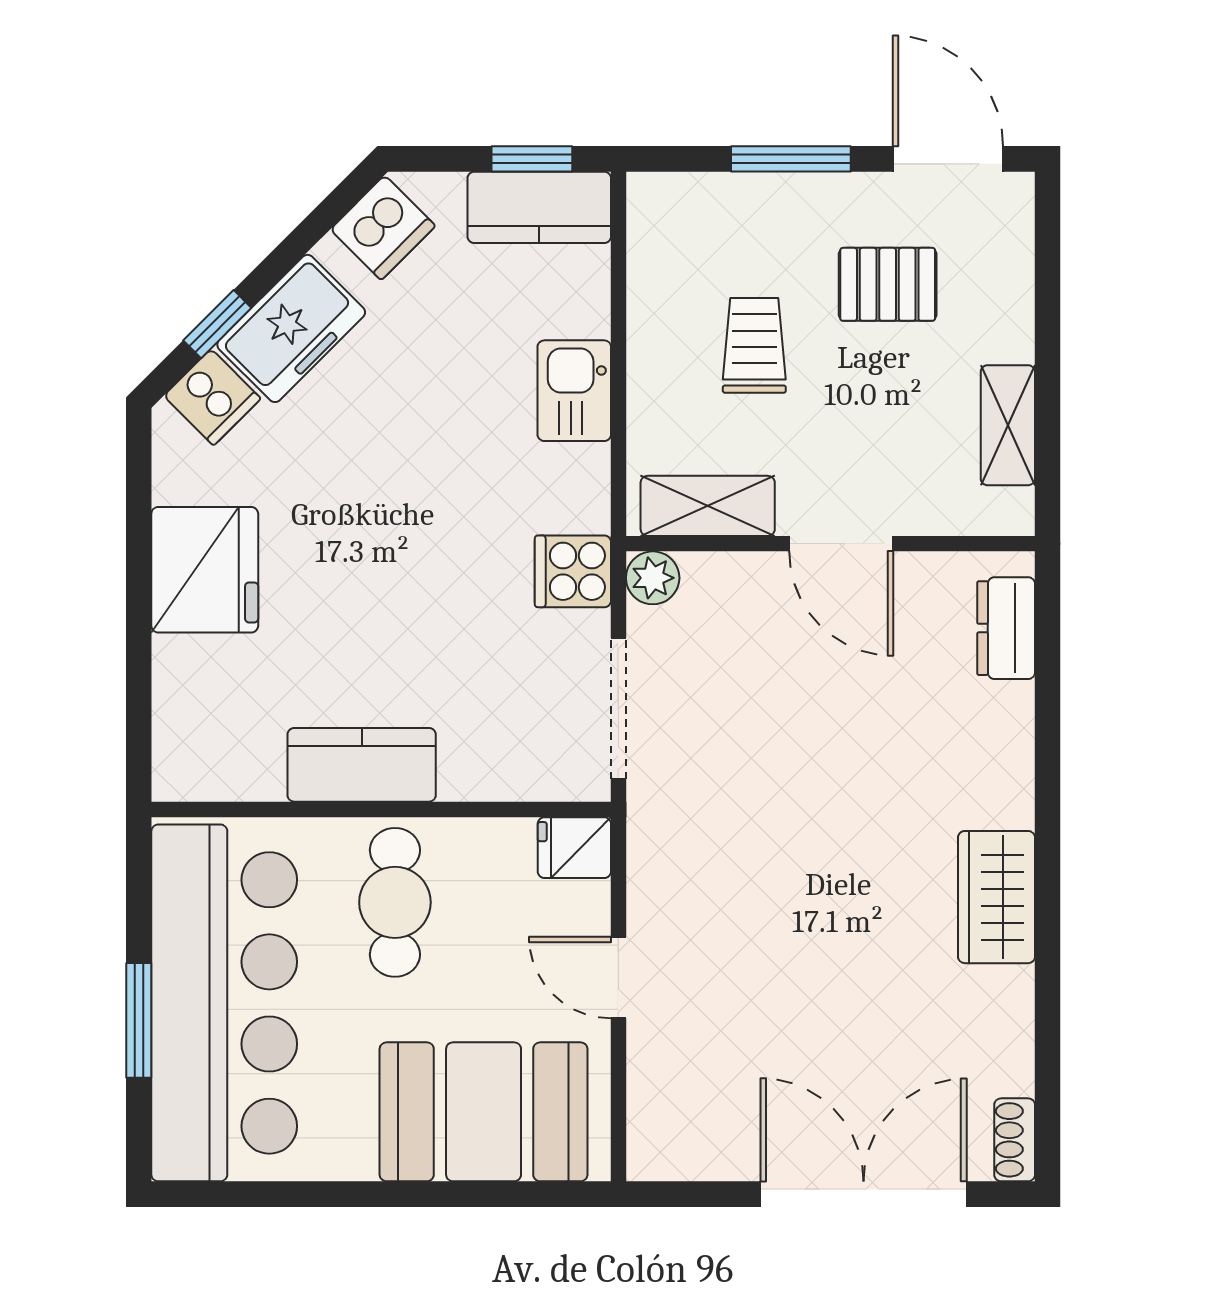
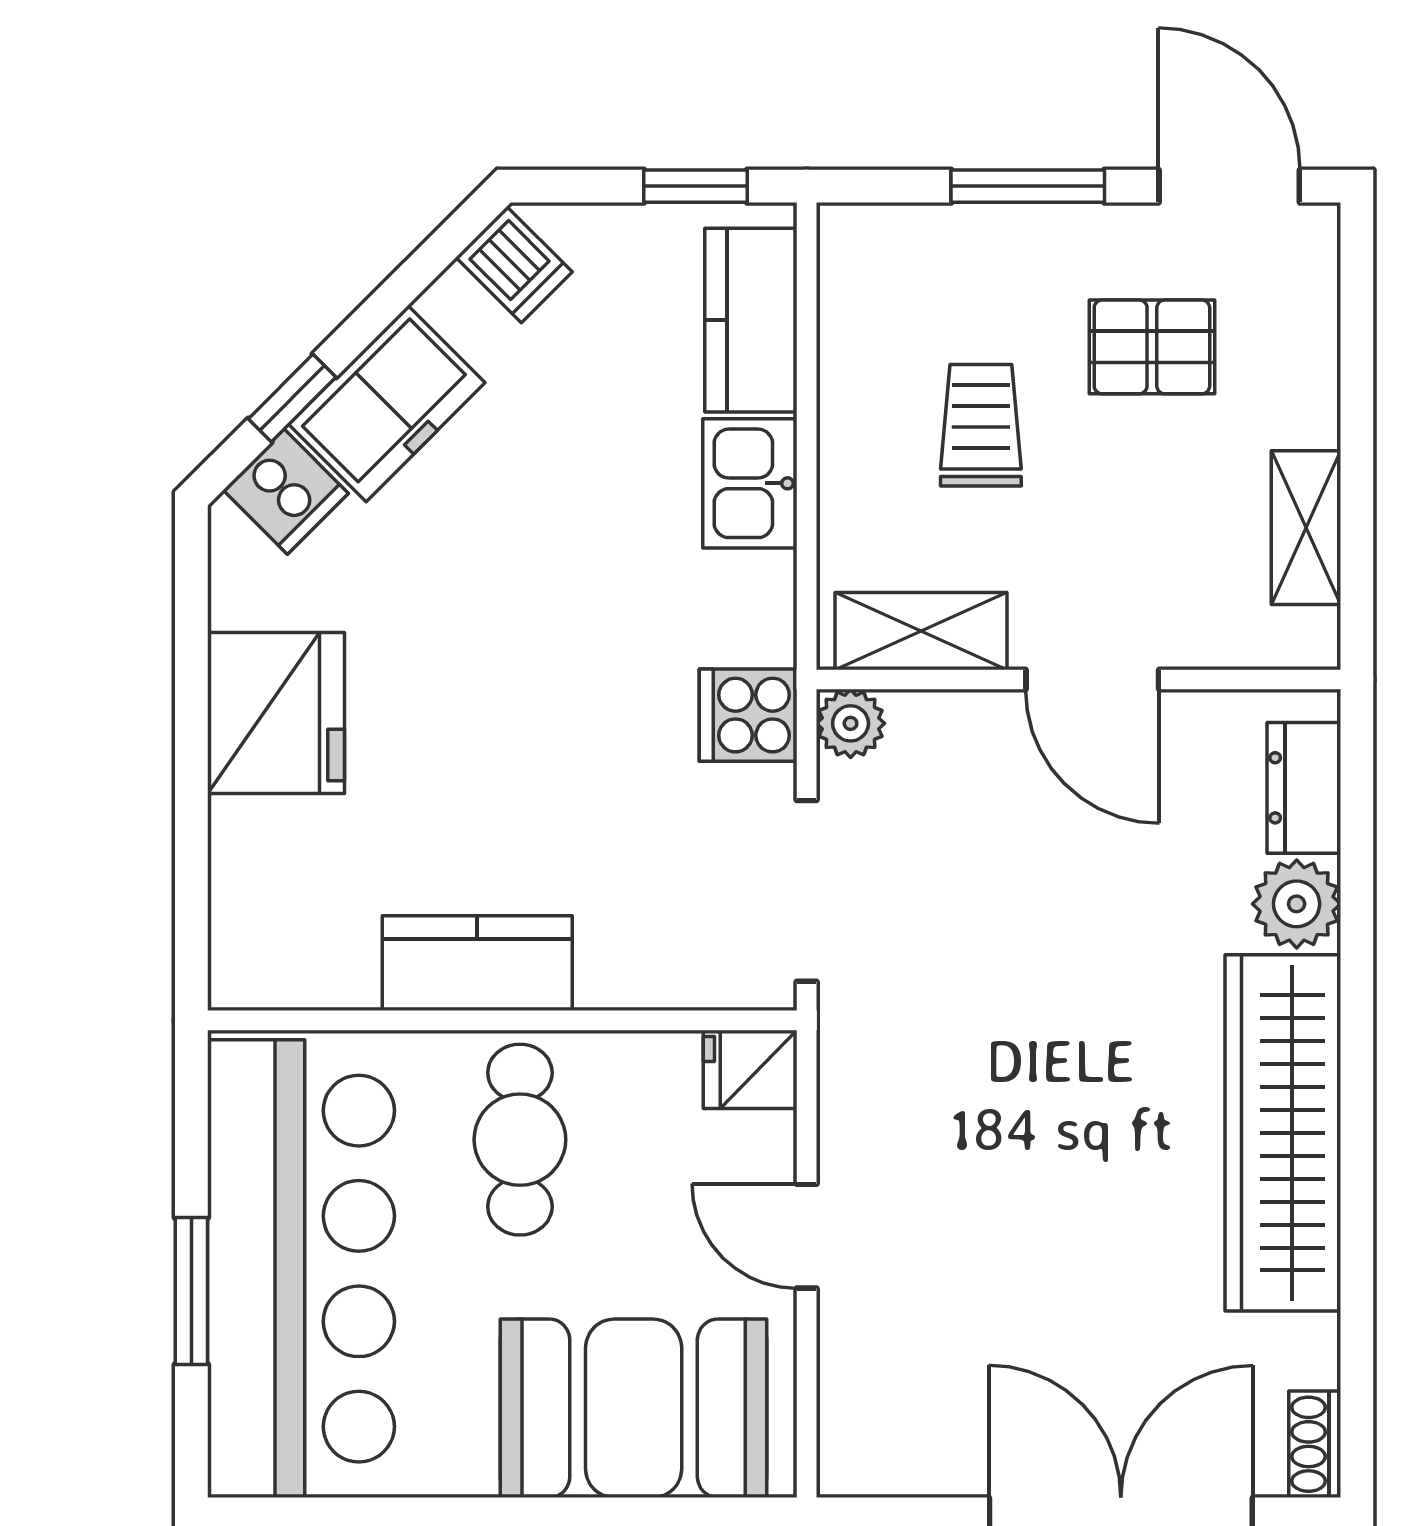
kitchen counter: (539, 207) -> (751, 320), moved, turned 90
dishwasher: (383, 228) -> (514, 265), width x0.73
plant: (1000, 719) -> (1297, 904), added
wardrobe: (996, 897) -> (1283, 1133), width x2.10, depth x1.17

